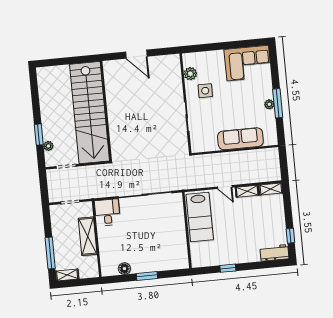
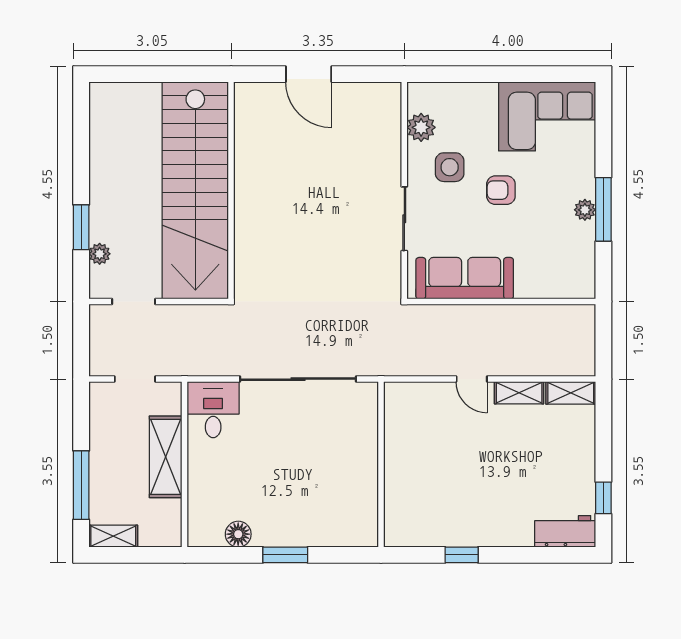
armchair: (230, 99) -> (501, 190), added
sofa: (240, 139) -> (465, 278), moved
lab bench: (200, 217) -> (411, 439), removed

